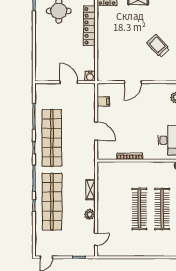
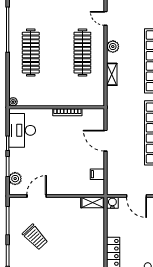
shelving: (107, 77) -> (93, 202), added
door: (133, 82) -> (37, 196), moved
clothes rail: (139, 209) -> (82, 53), moved
door: (96, 239) -> (106, 18), hinge flipped

